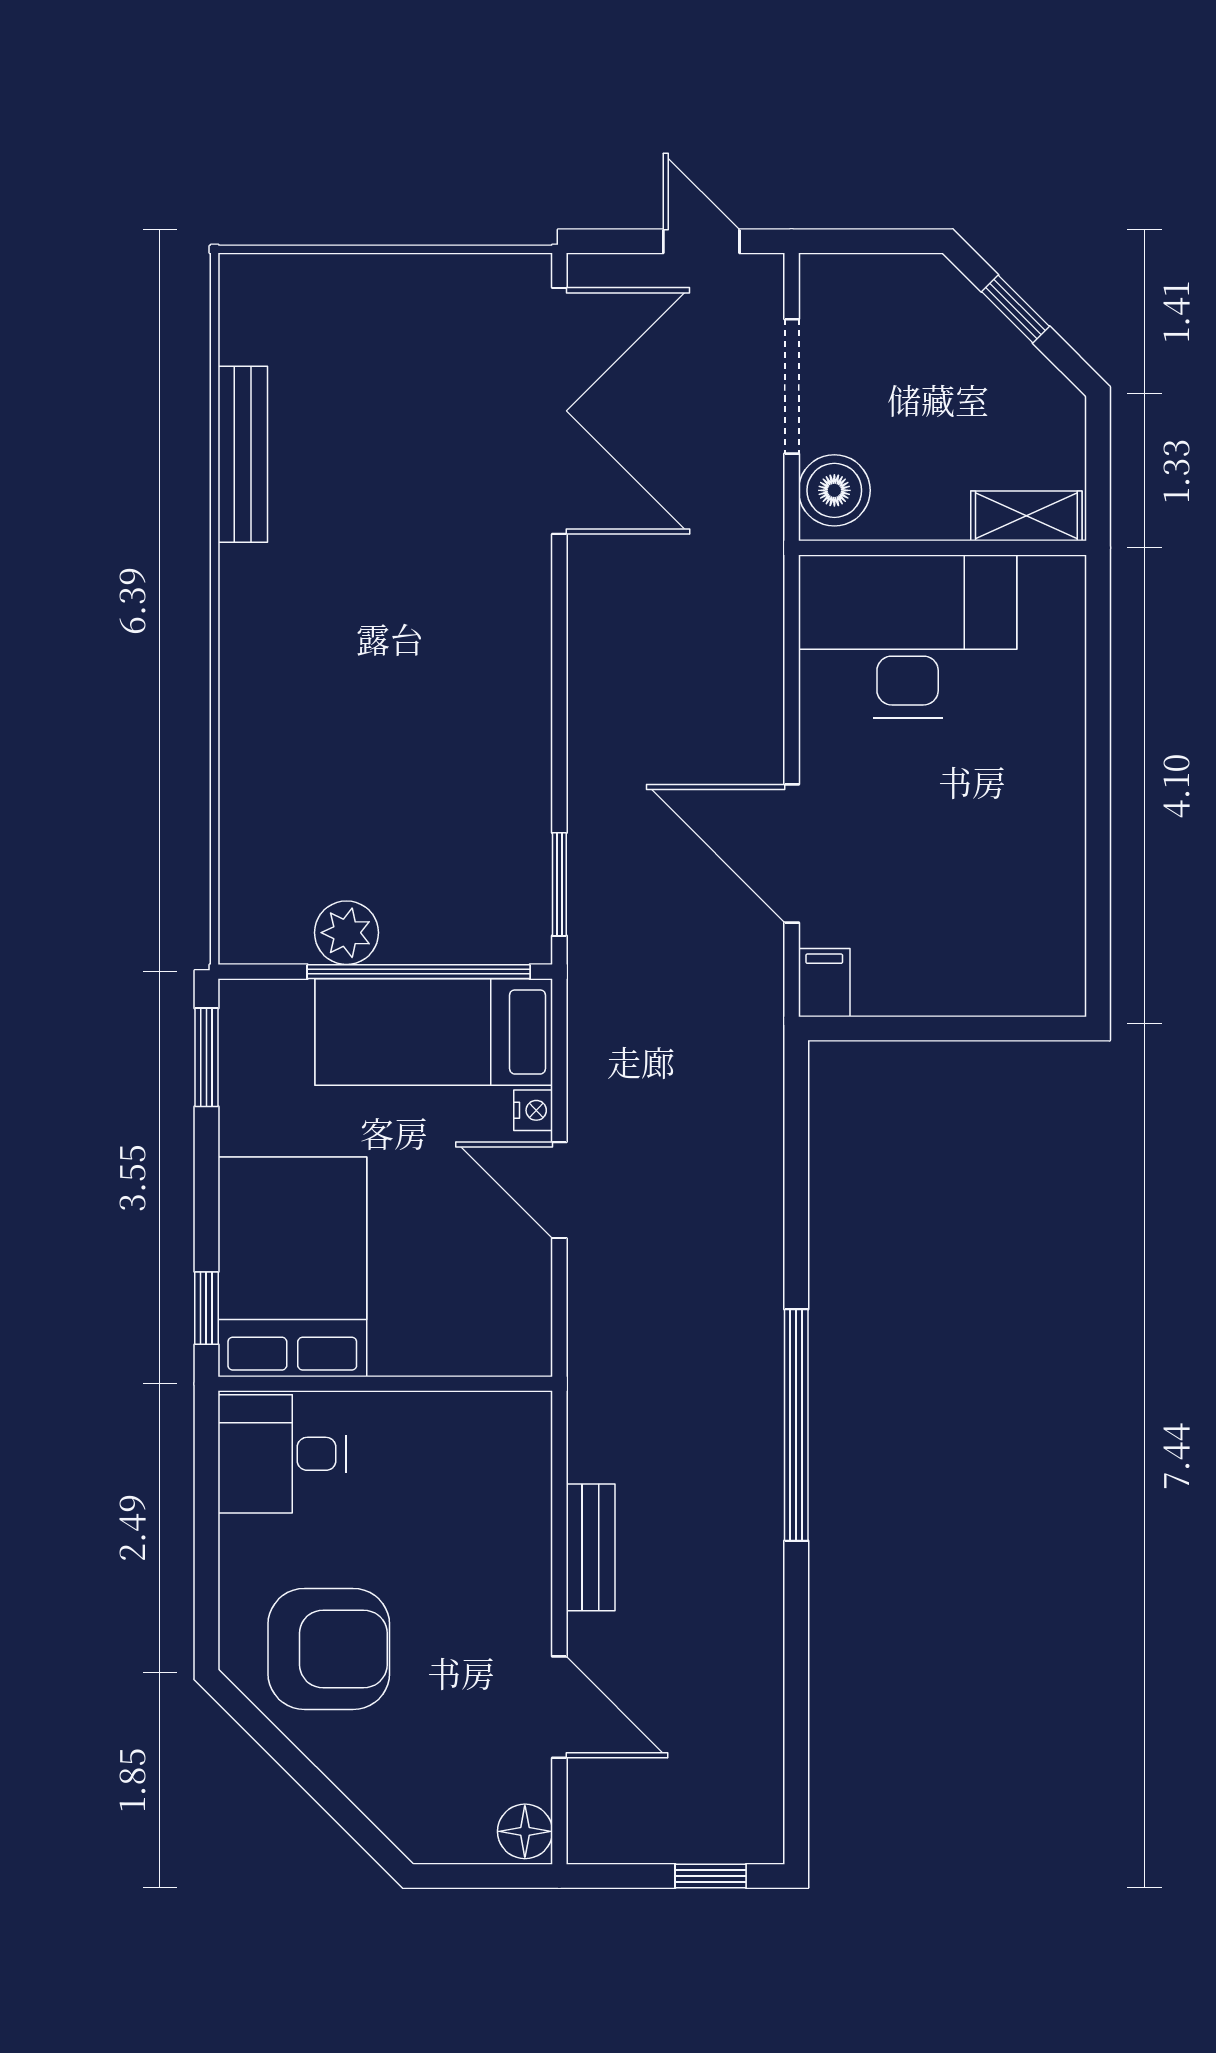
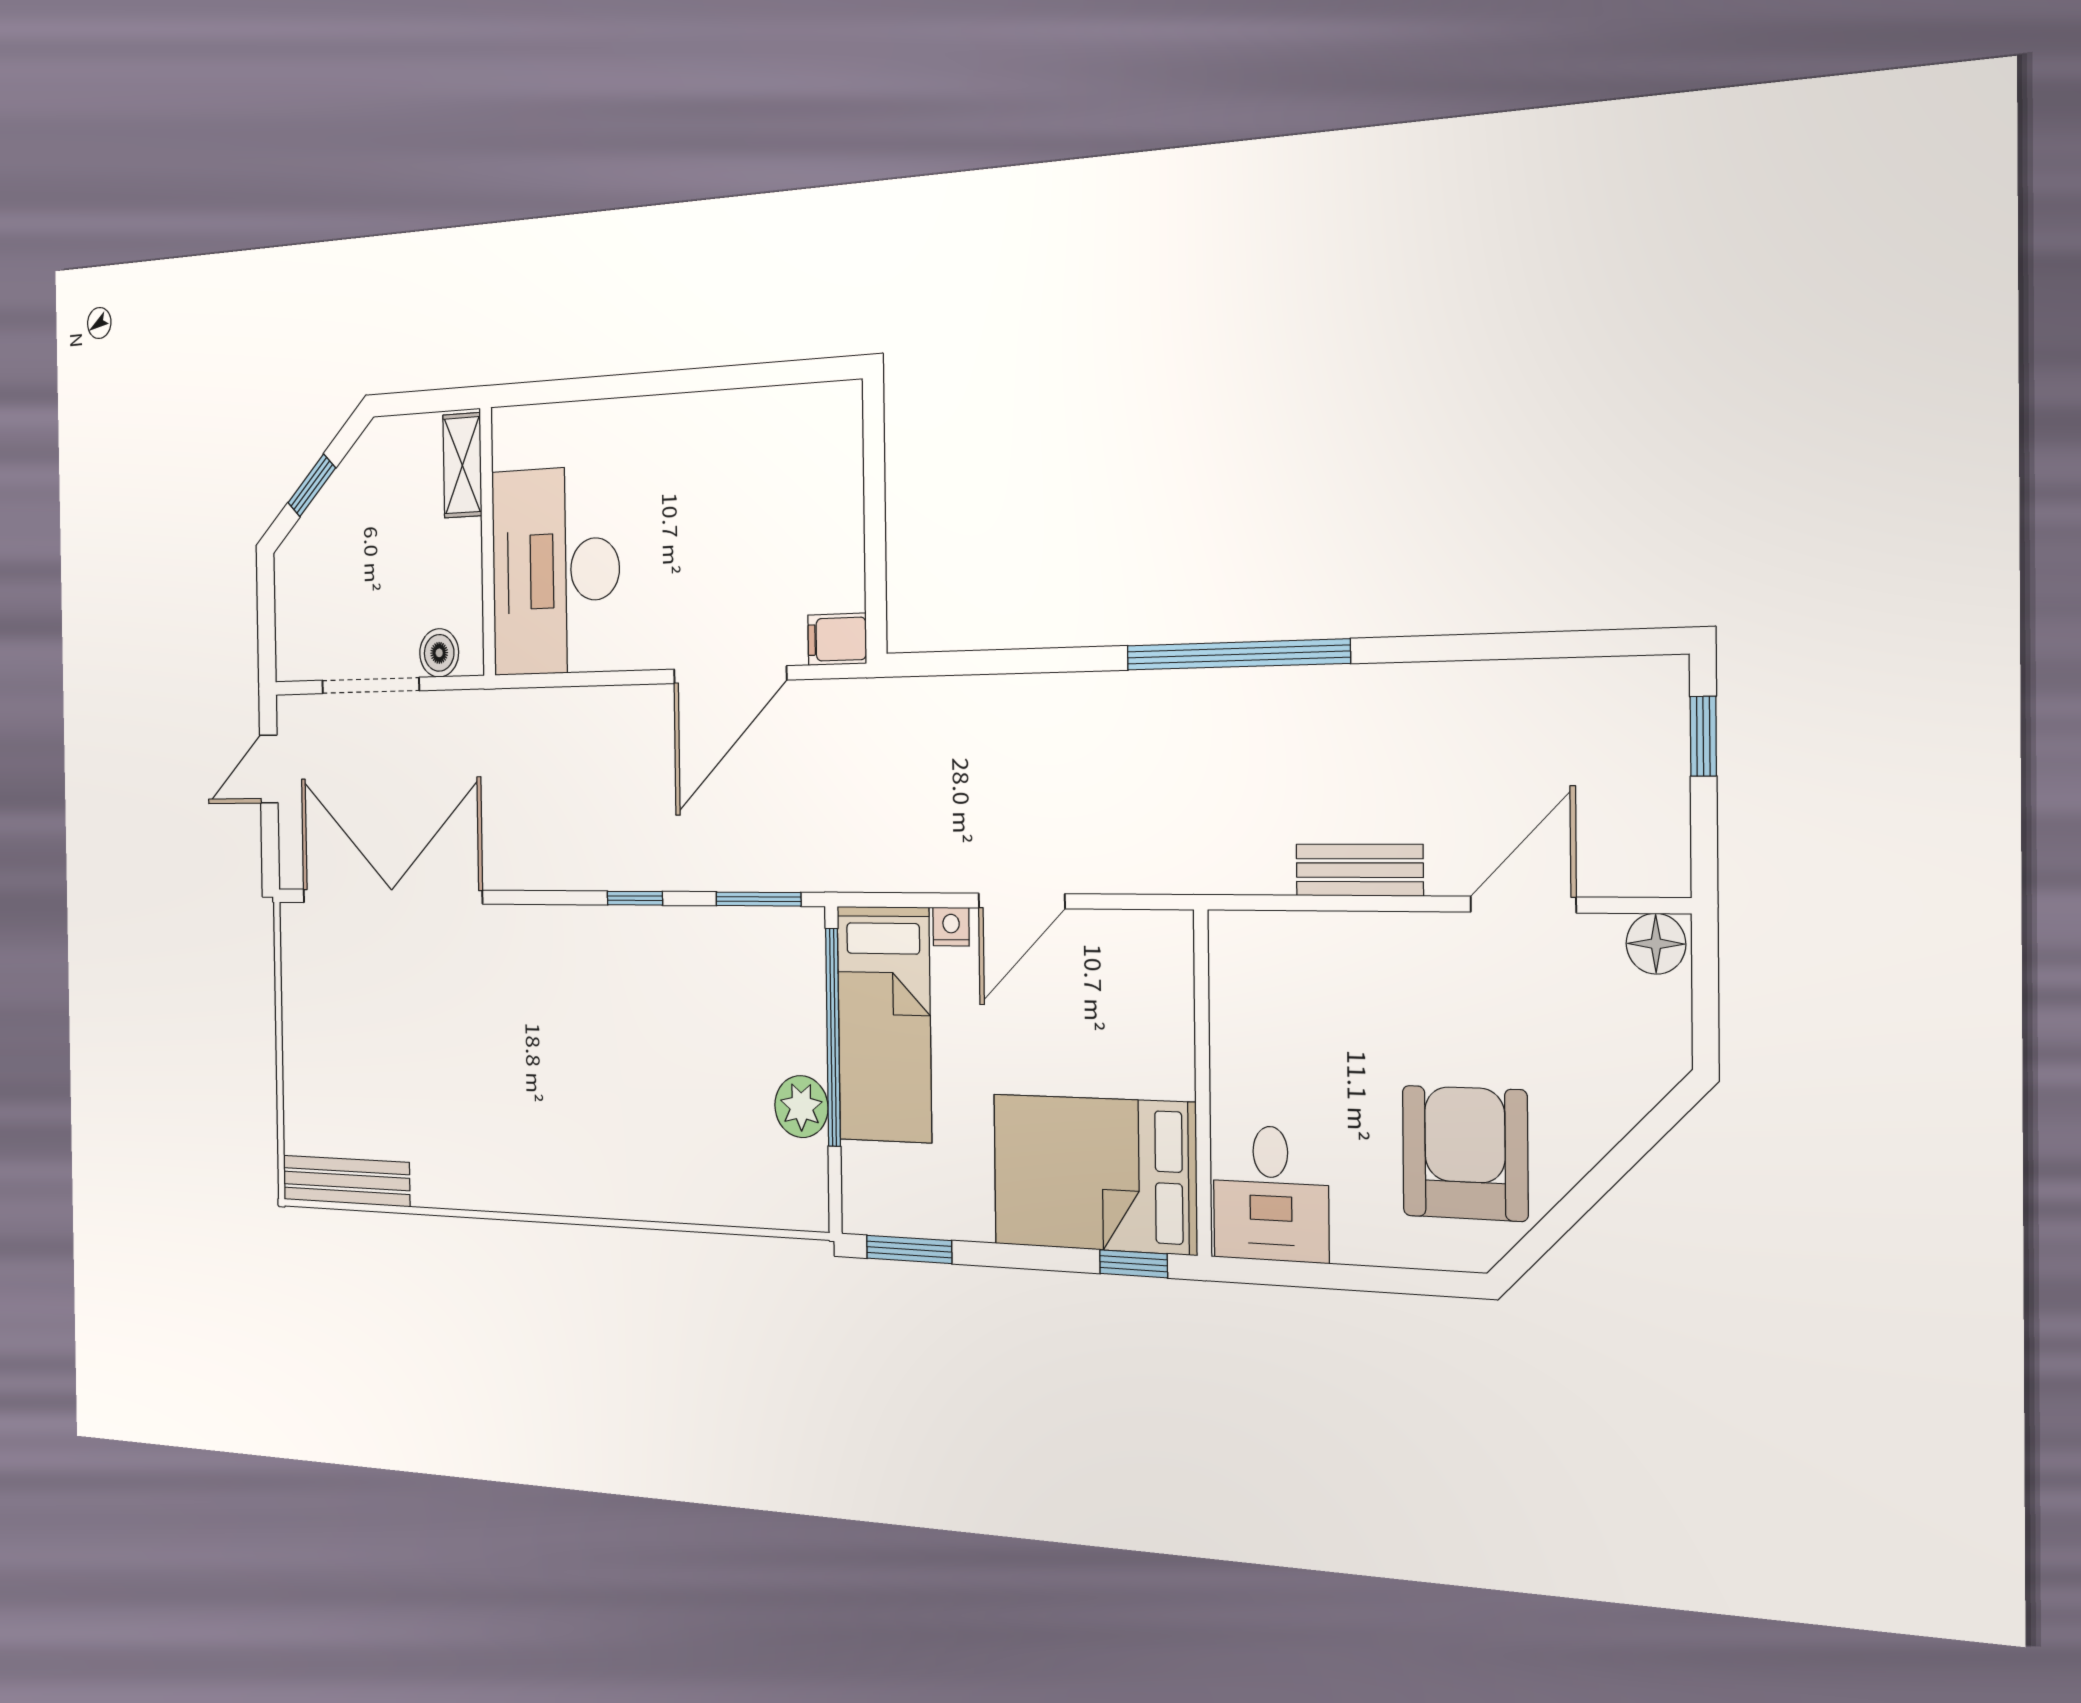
bench: (243, 454) -> (346, 1181), moved
boiler: (834, 490) -> (439, 653), width x0.73, depth x0.73
window: (559, 731) -> (635, 898), added

